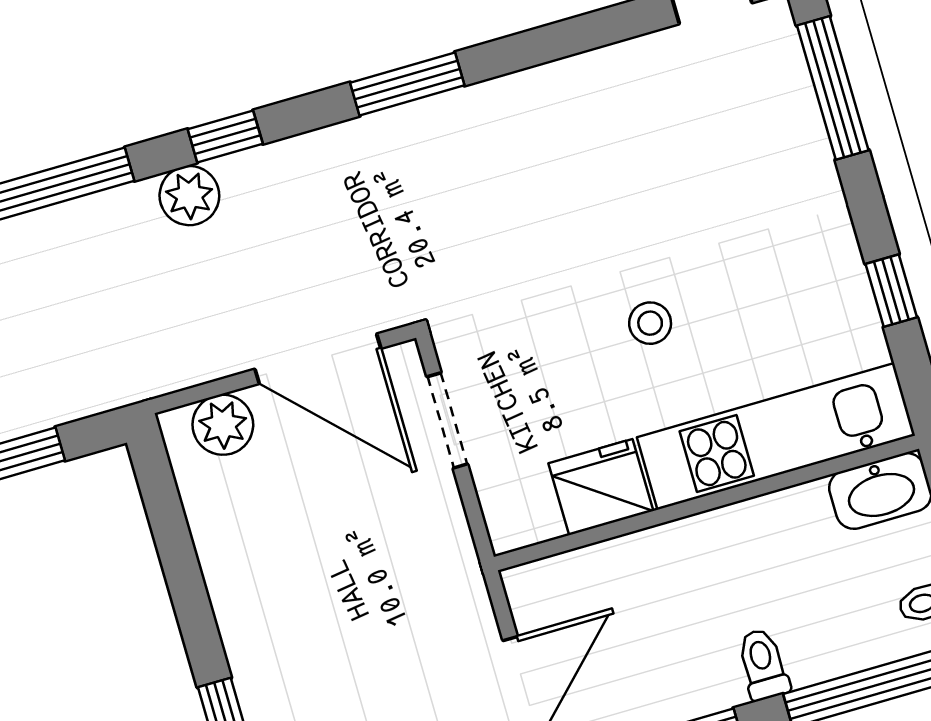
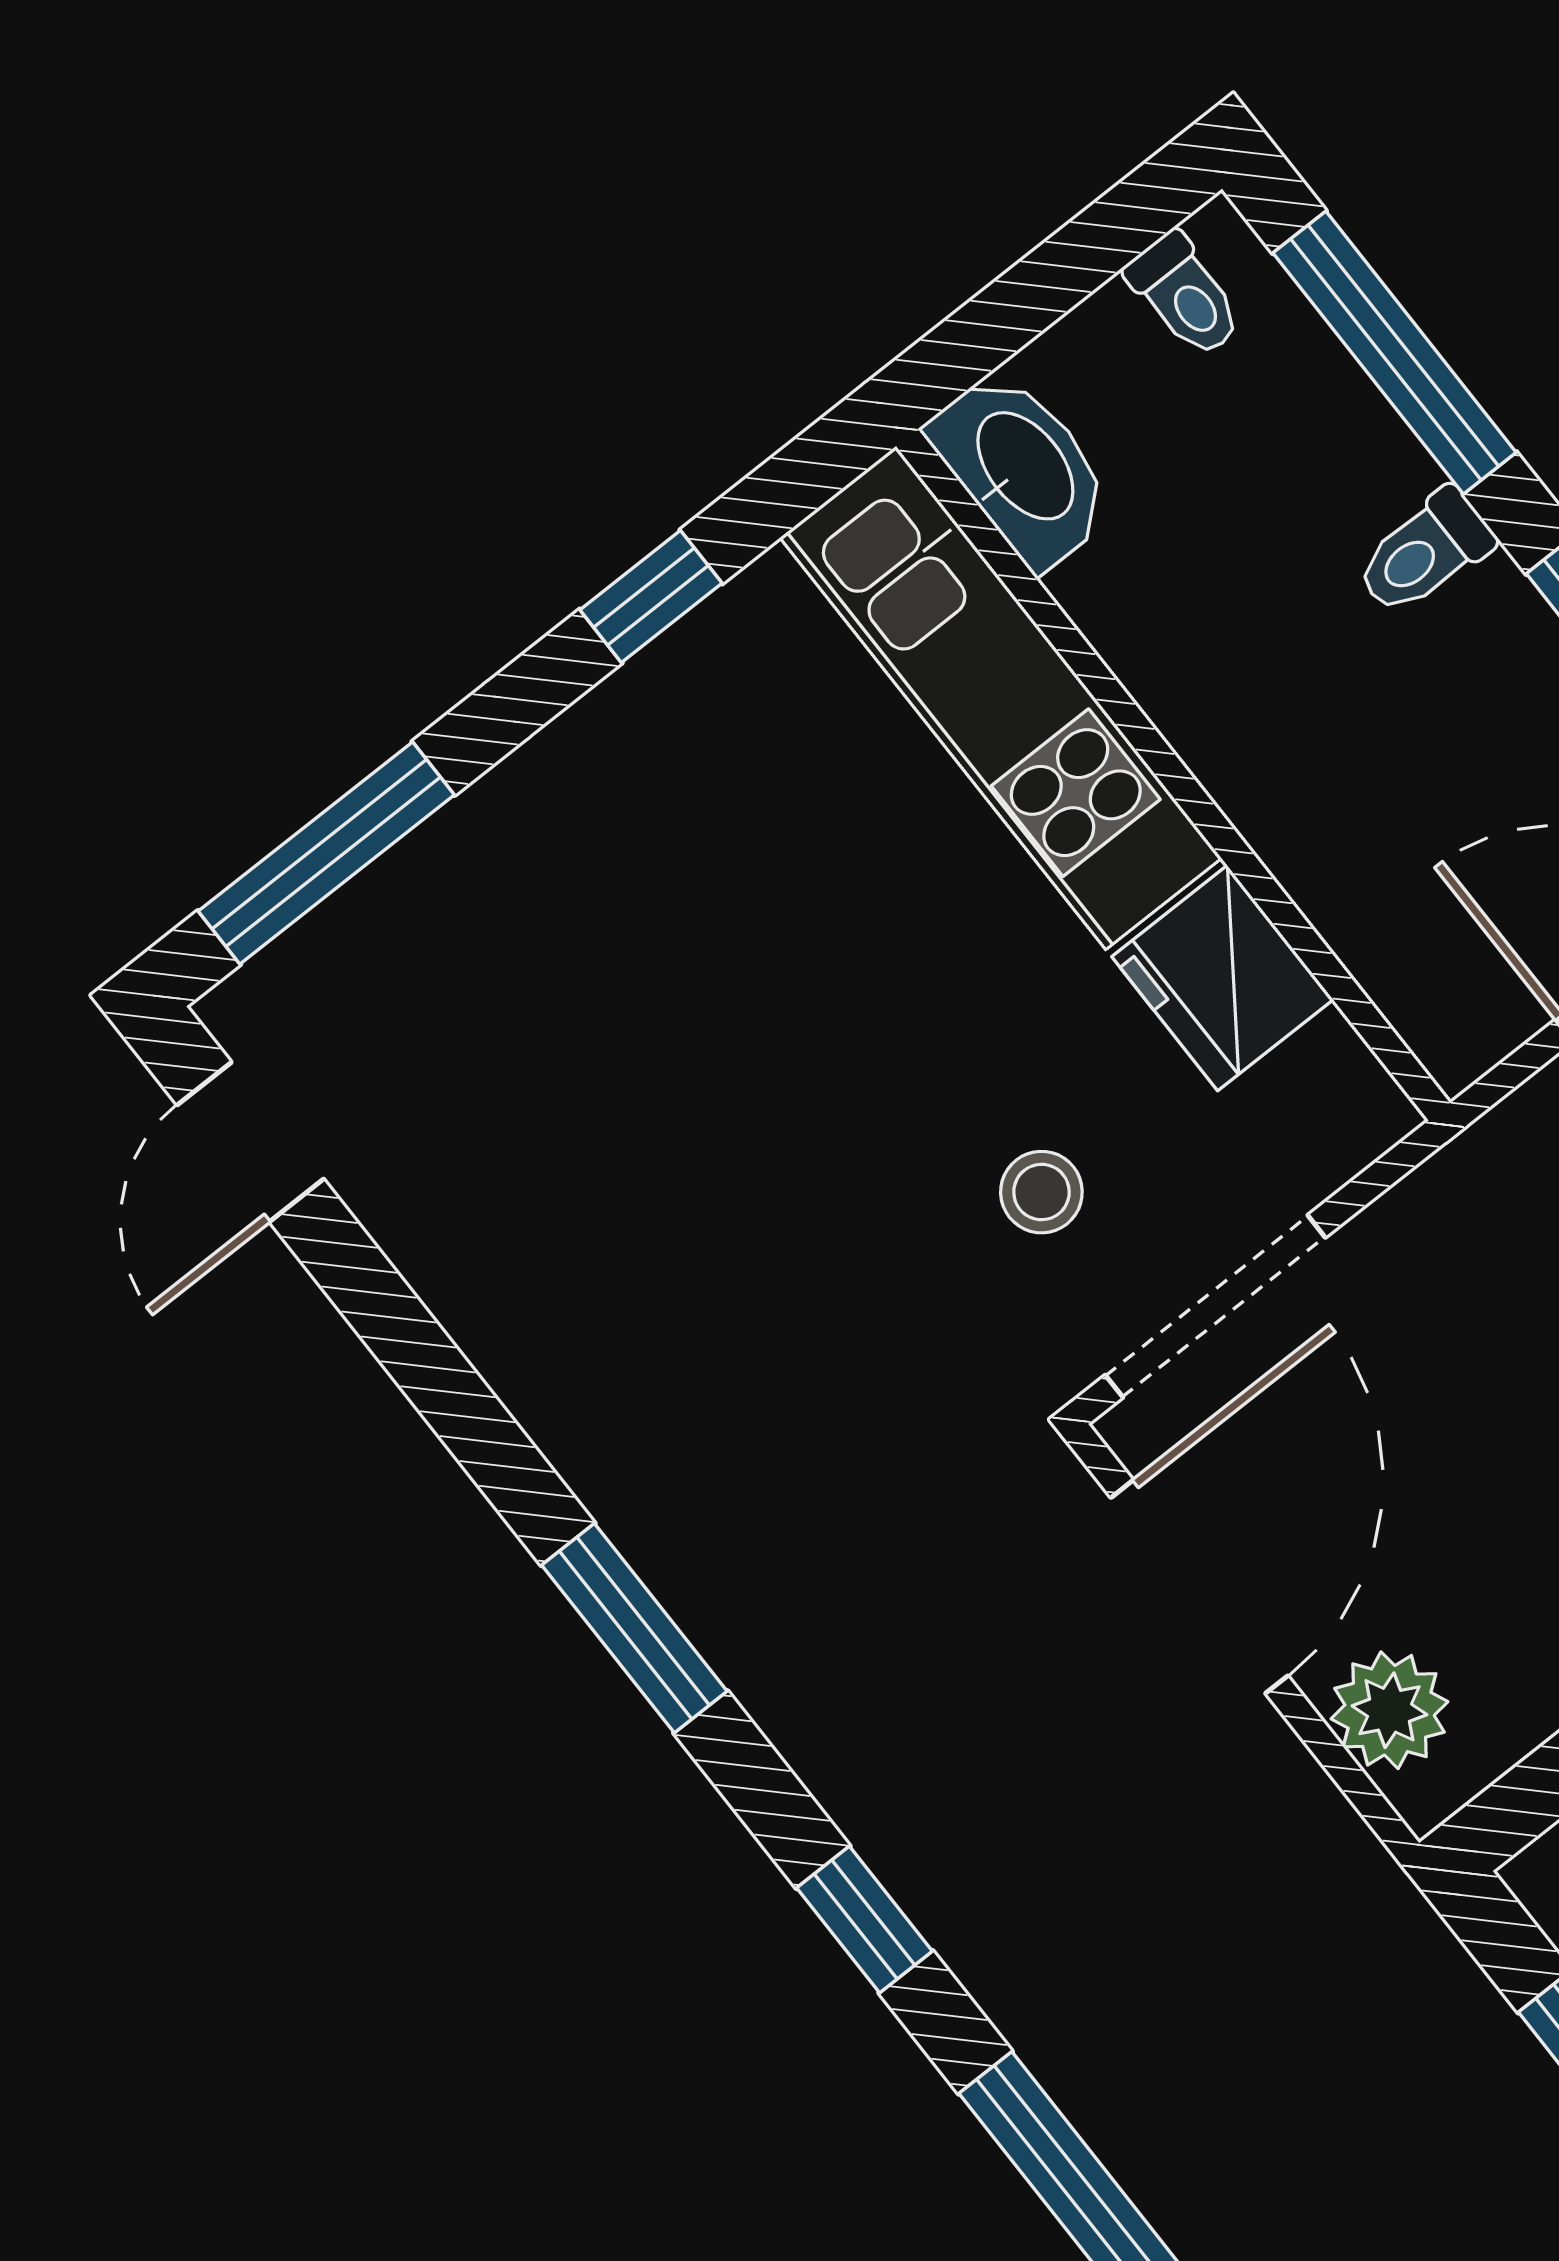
plant: (189, 196) -> (998, 1941), removed
stool: (650, 323) -> (1041, 1192), moved
doorway: (447, 420) -> (1215, 1306), width x1.38

